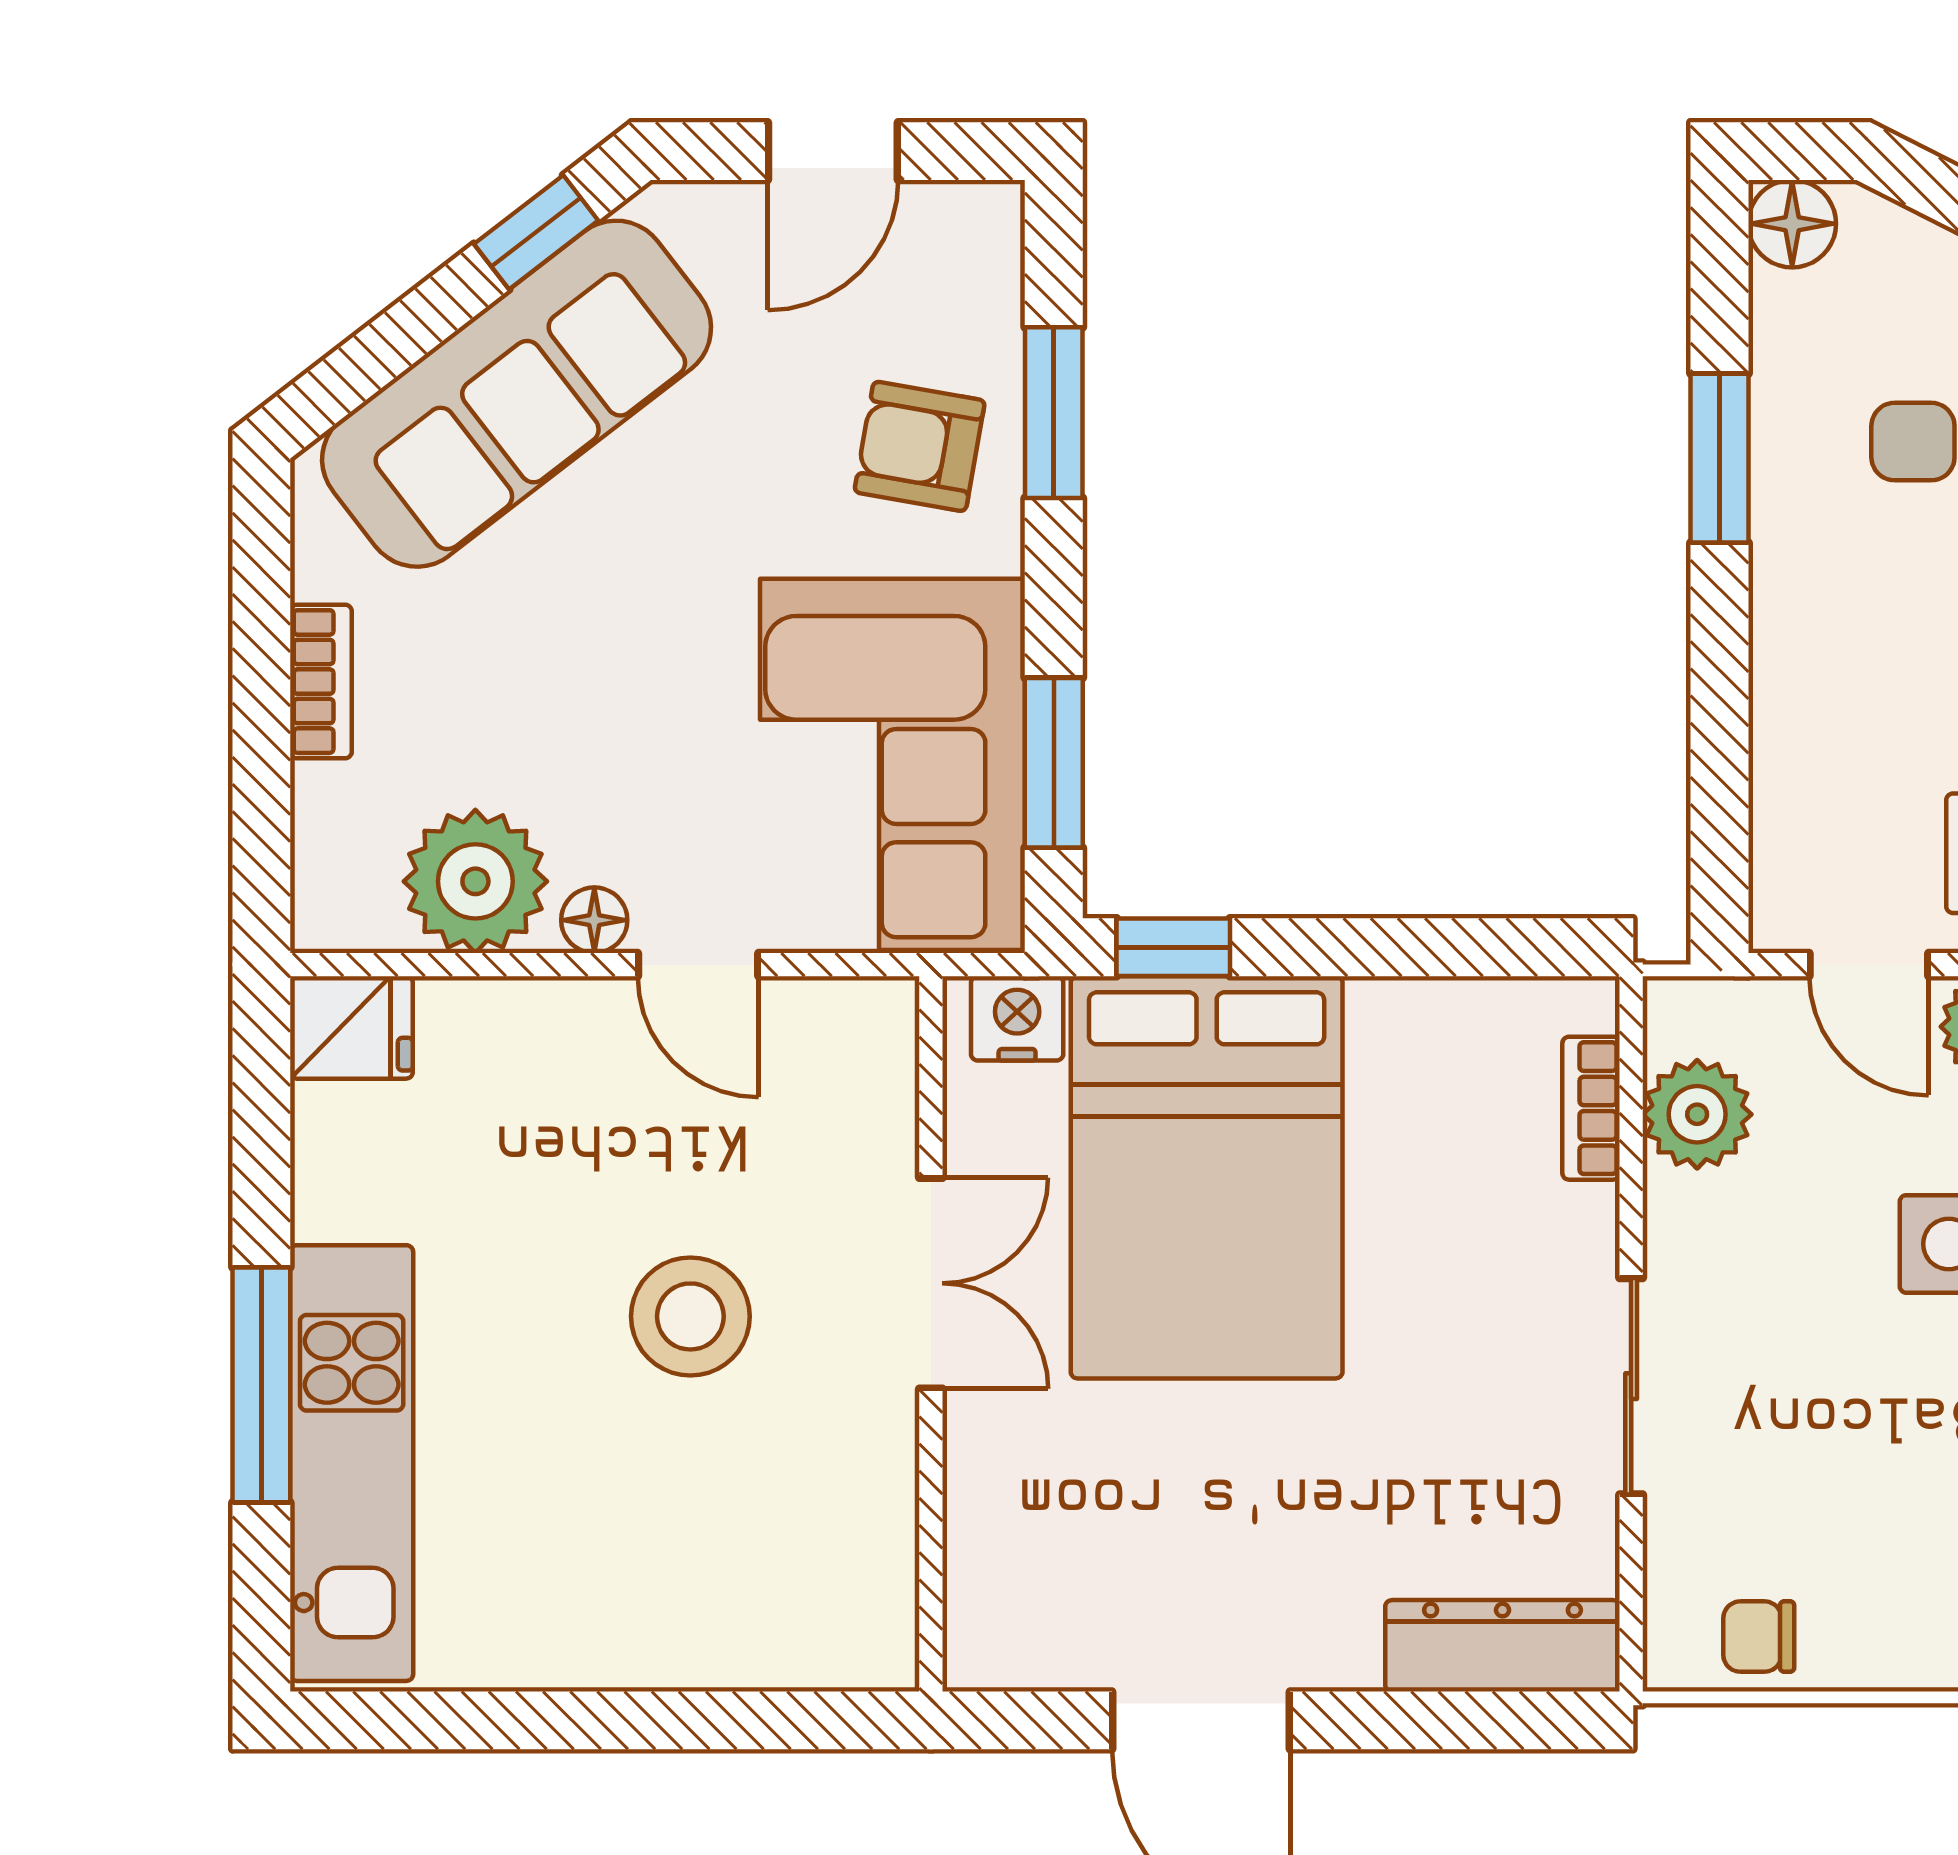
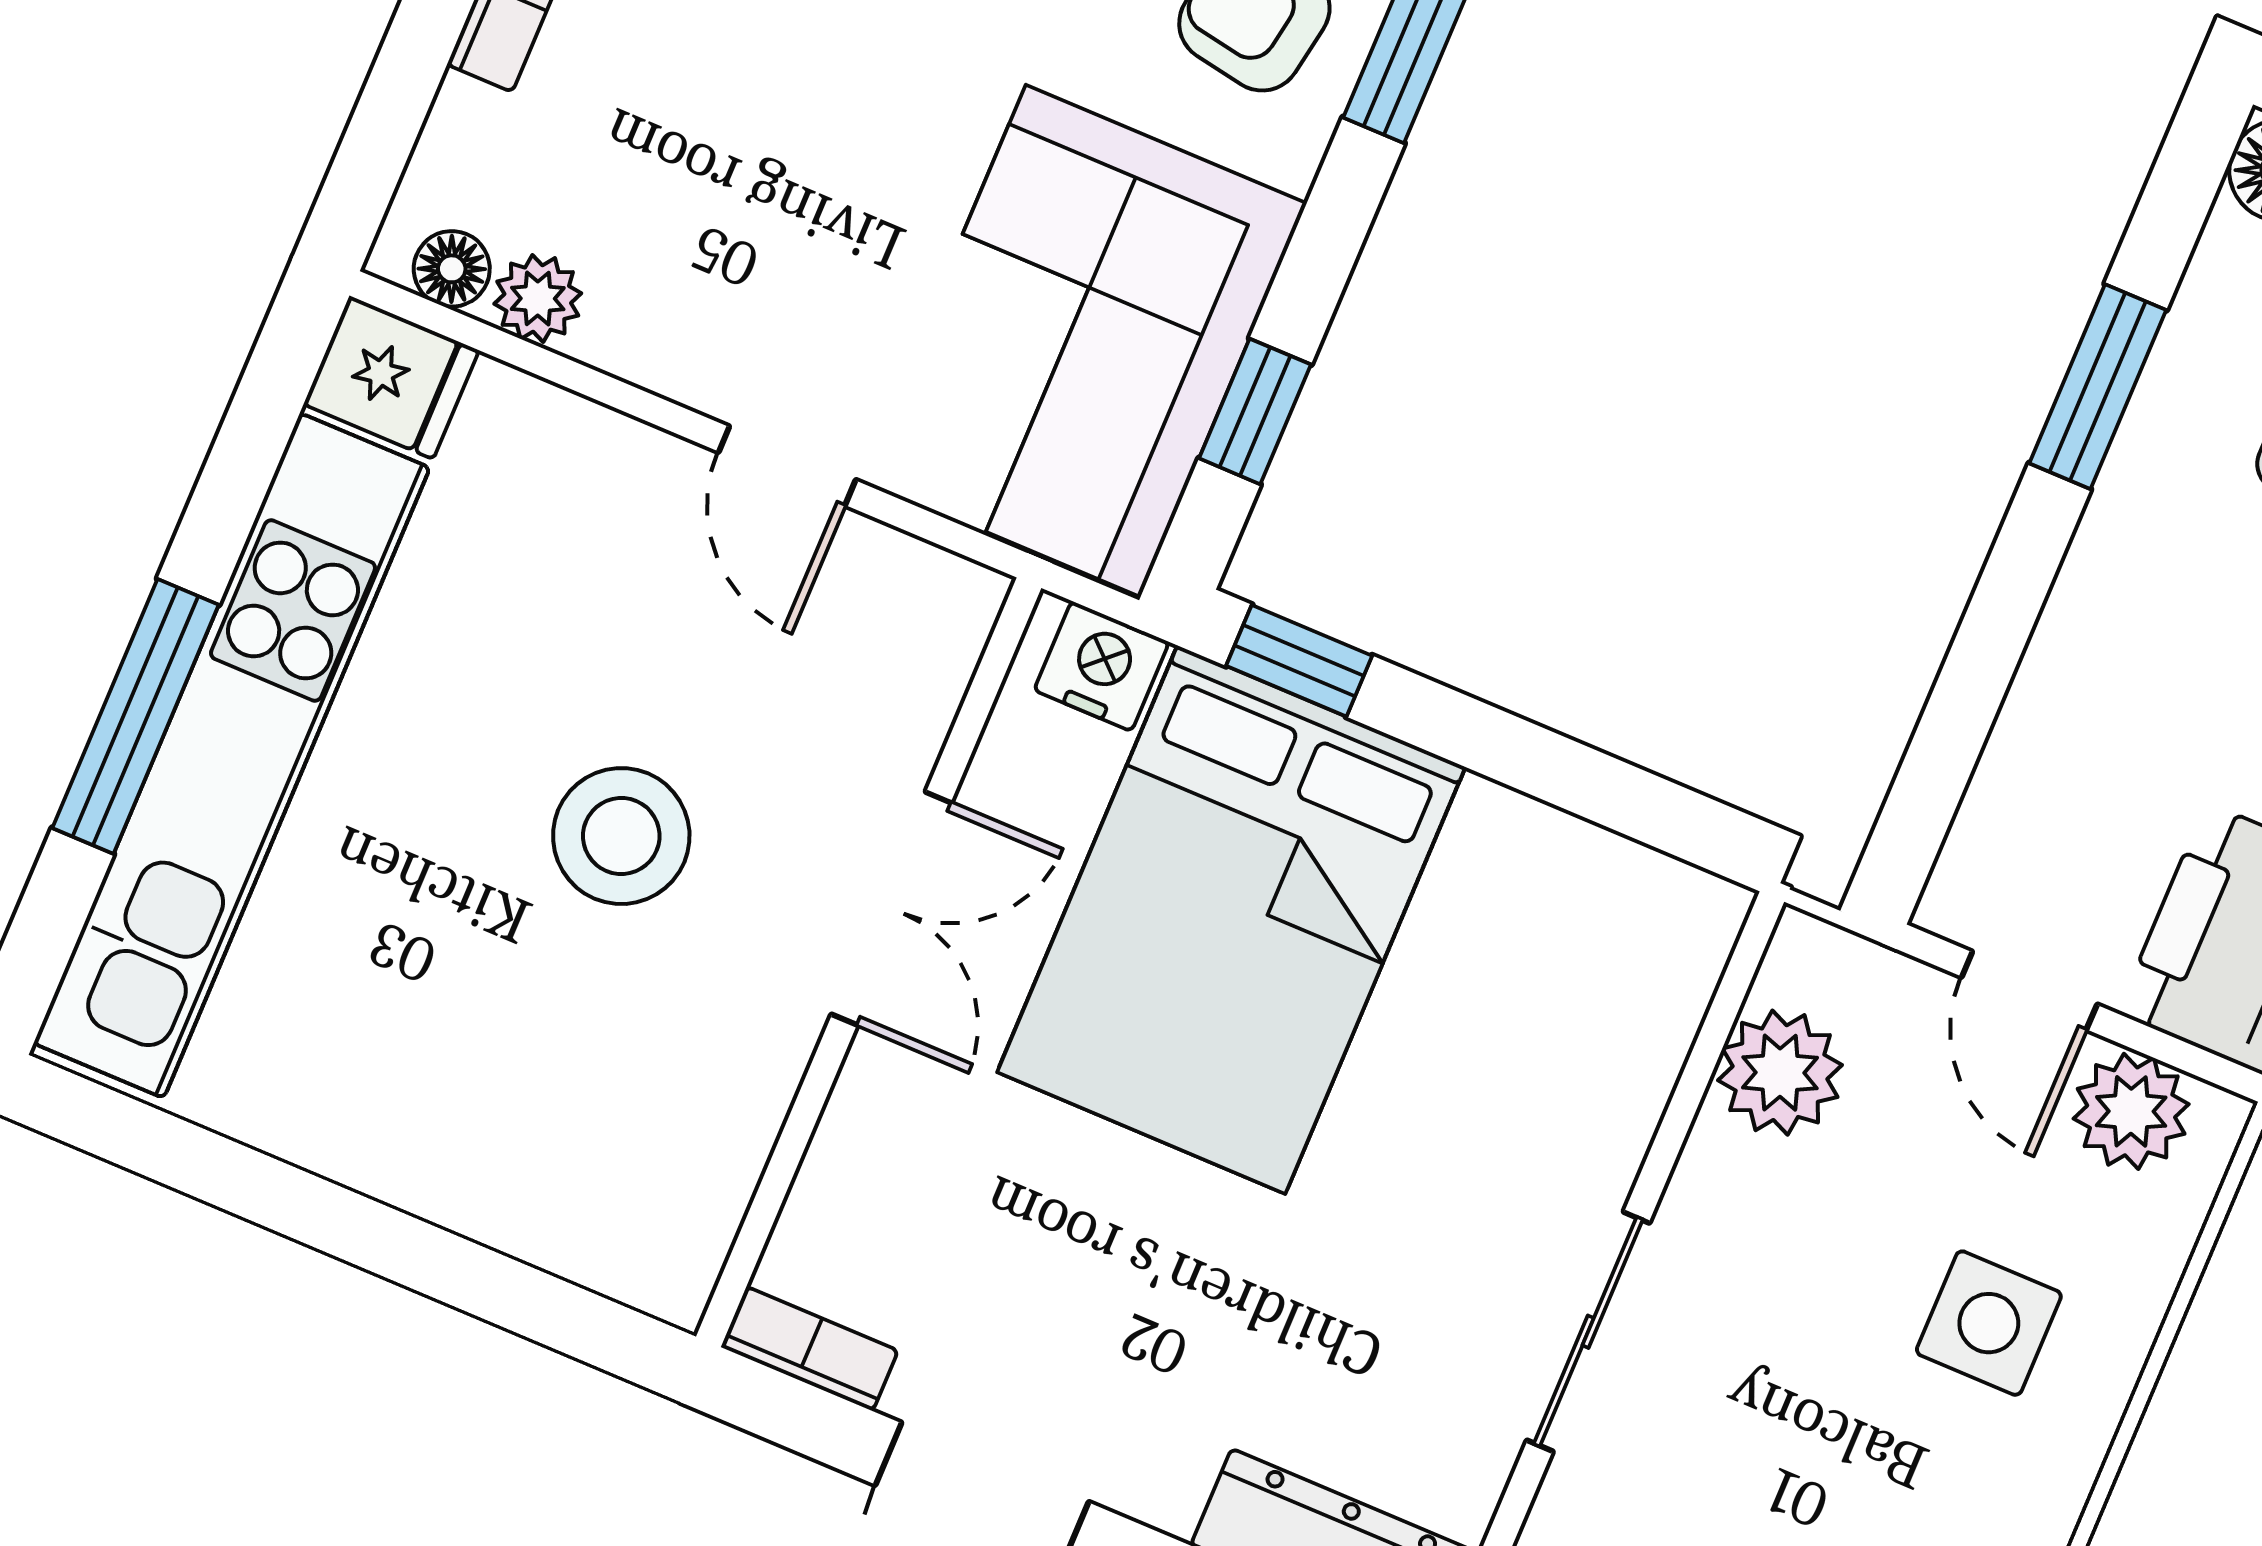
window: (1054, 763) -> (1255, 411), width x0.67
plant: (475, 881) -> (538, 299), width x0.53, depth x0.53
floor lamp: (594, 920) -> (452, 269), moved
bookcase: (1591, 1108) -> (809, 1349), moved, turned 90
kitchen unit: (352, 1463) -> (232, 756), width x1.36

